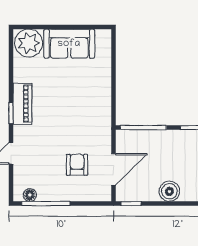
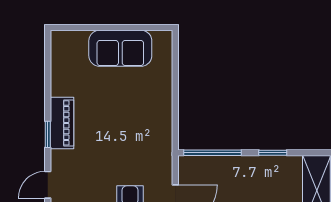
plant: (29, 43) -> (70, 47), removed

